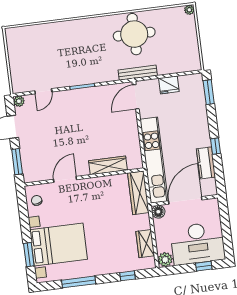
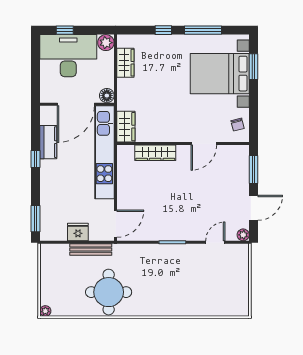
bench: (138, 73) -> (91, 250), moved
wardrobe: (138, 193) -> (126, 127), width x0.67
window: (127, 276) -> (163, 30), moved

